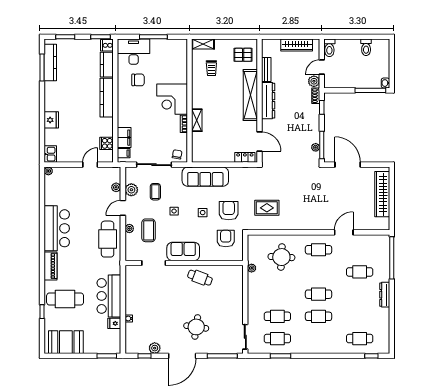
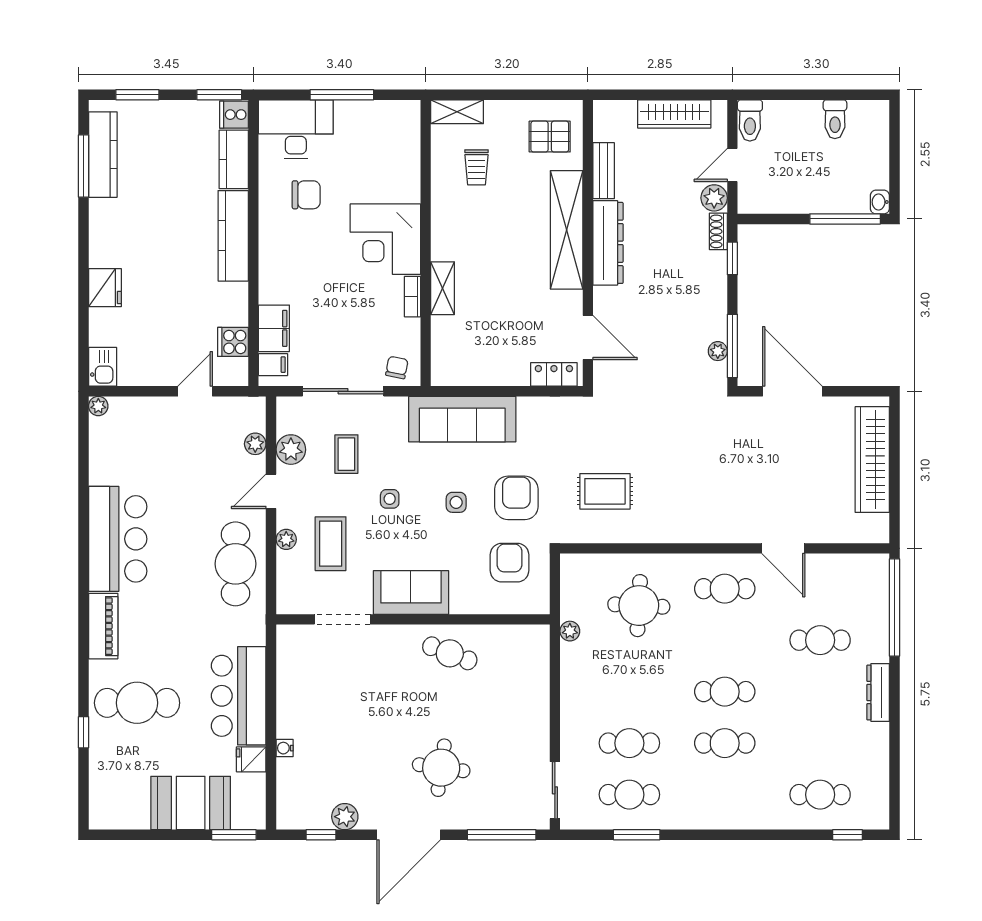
door: (344, 232) -> (783, 548), swing flipped
booth: (66, 342) -> (191, 803), moved

